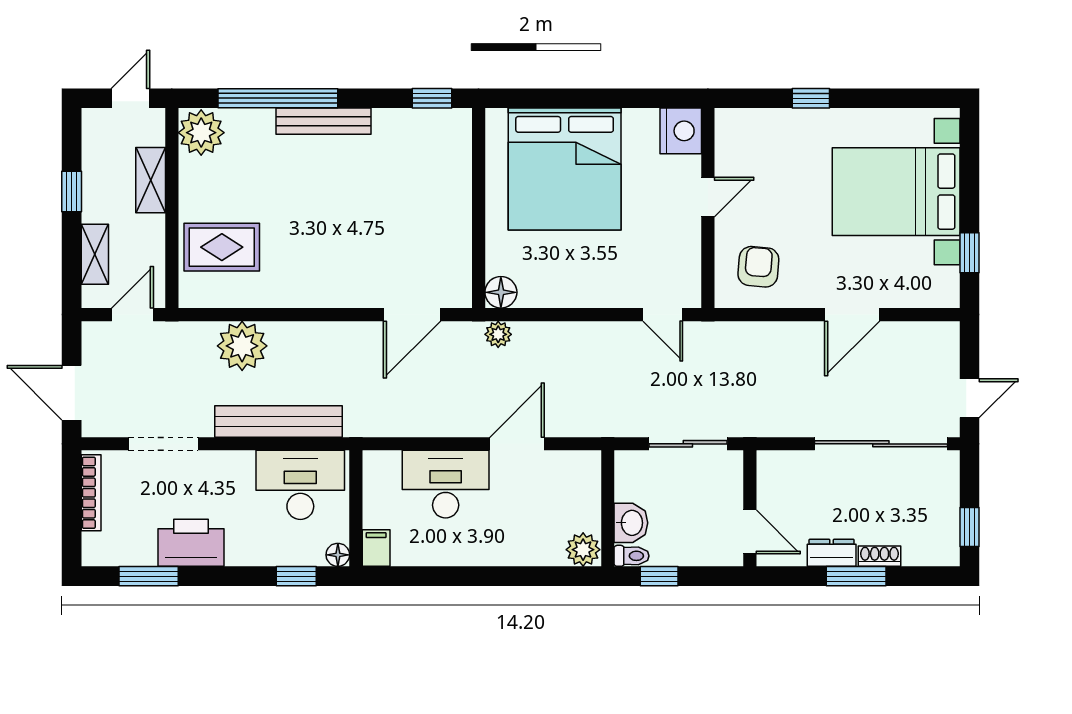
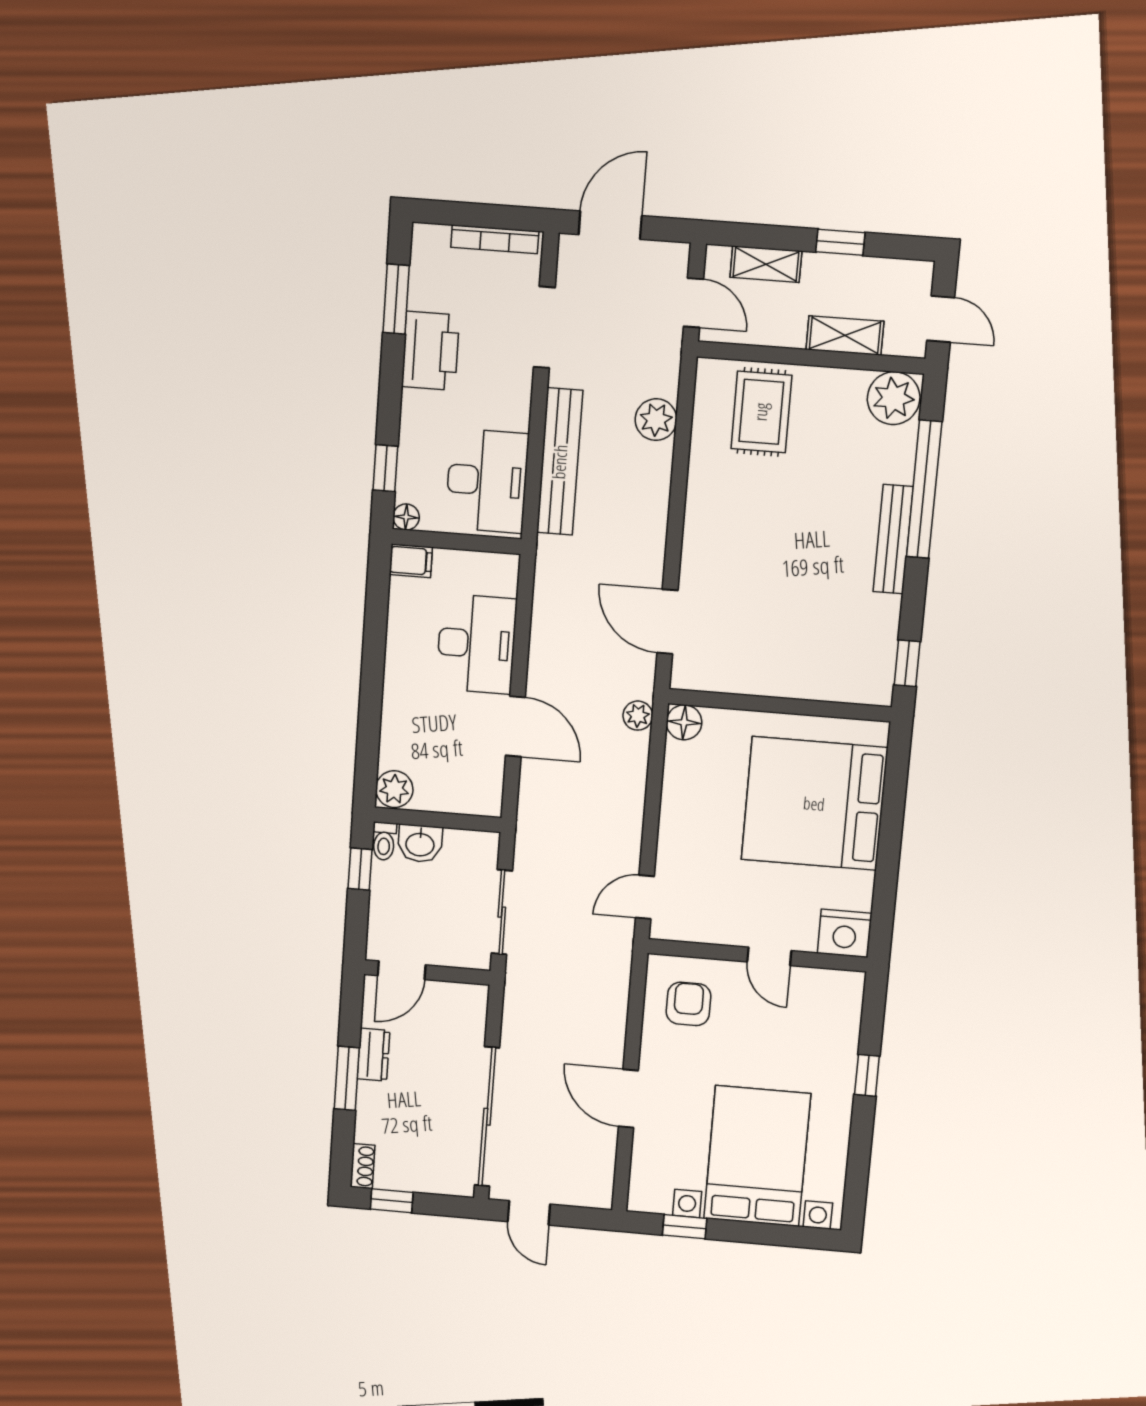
armchair: (758, 267) -> (688, 1004), turned -95
plant: (242, 346) -> (656, 420), width x0.73, depth x0.73
shoe rack: (880, 556) -> (363, 1166), moved

